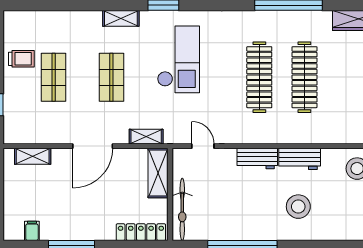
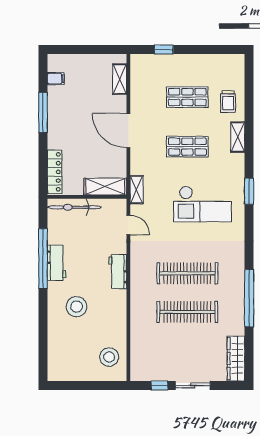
shelving: (121, 18) -> (238, 137), moved
trolley: (21, 59) -> (228, 102), moved
shelving: (146, 137) -> (137, 190), moved
door: (203, 146) -> (128, 225), hinge flipped
workbench: (300, 159) -> (57, 263), moved, turned 180

